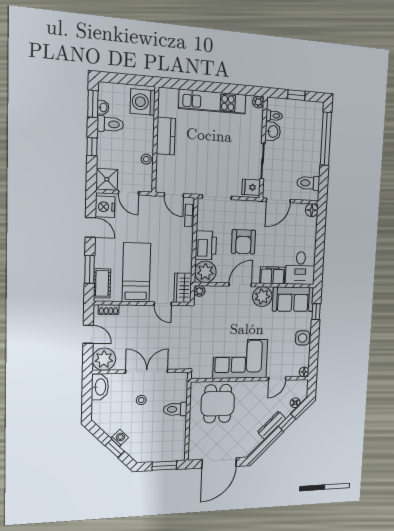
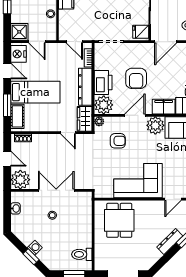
dresser: (185, 250) -> (85, 87), added
bed: (136, 273) -> (35, 92), moved, turned 90
armchair: (220, 314) -> (118, 141), added
washbasin: (100, 387) -> (15, 208), width x0.52, depth x0.69
toilet: (175, 409) -> (82, 254), moved

